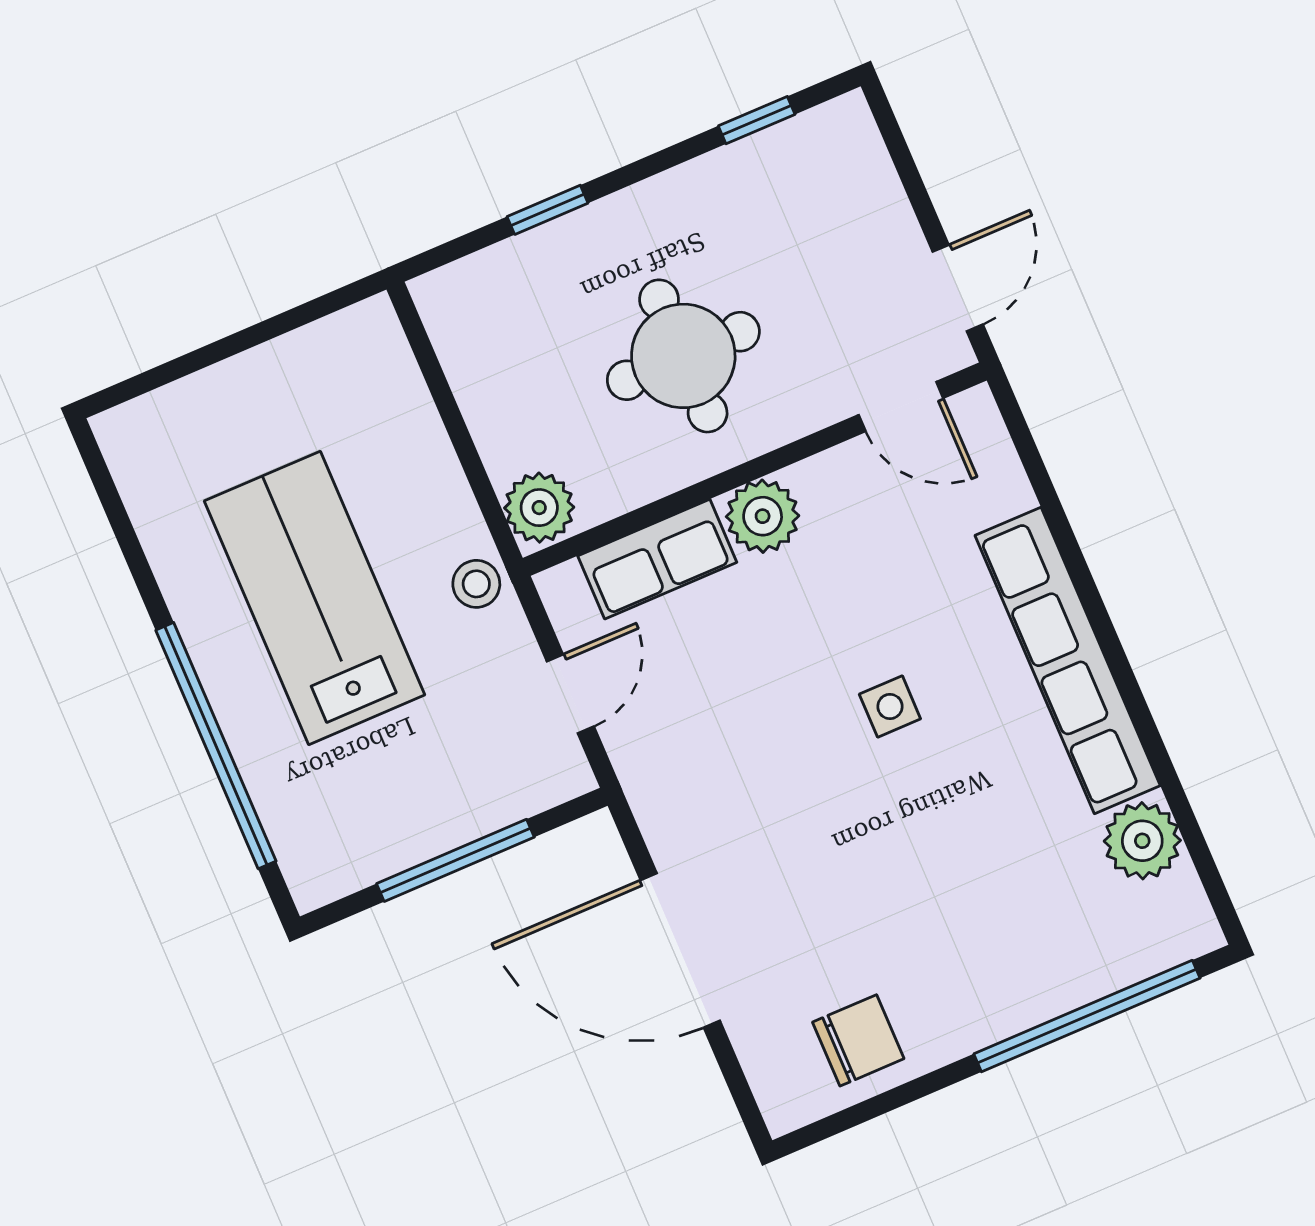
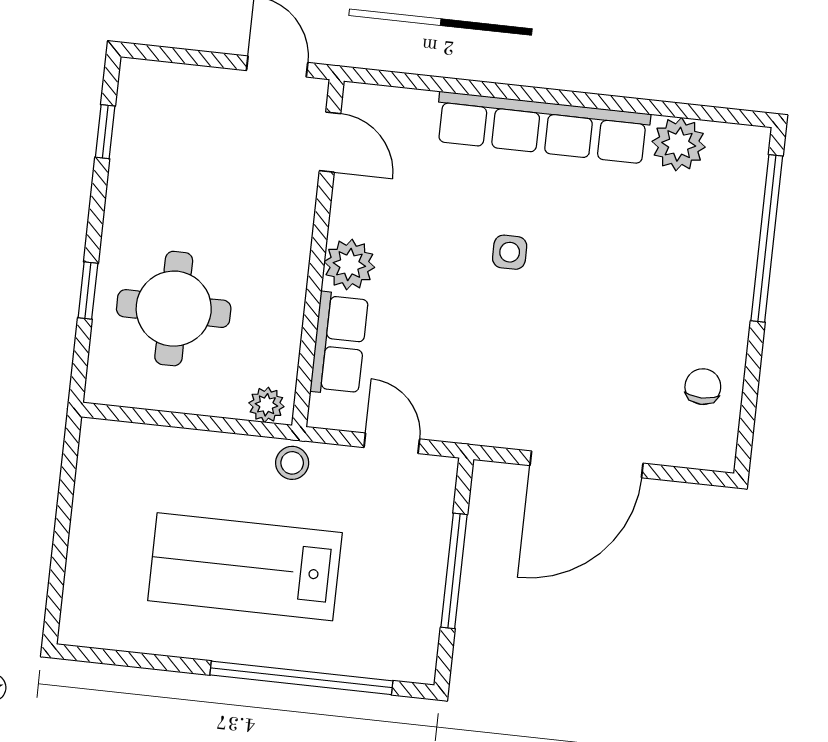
round table: (683, 356) -> (174, 309), moved
door: (901, 407) -> (330, 142), hinge flipped
plant: (539, 508) -> (266, 405), width x0.73, depth x0.73
chair: (858, 1040) -> (703, 387), width x0.73, depth x0.73

